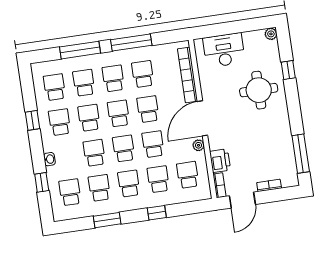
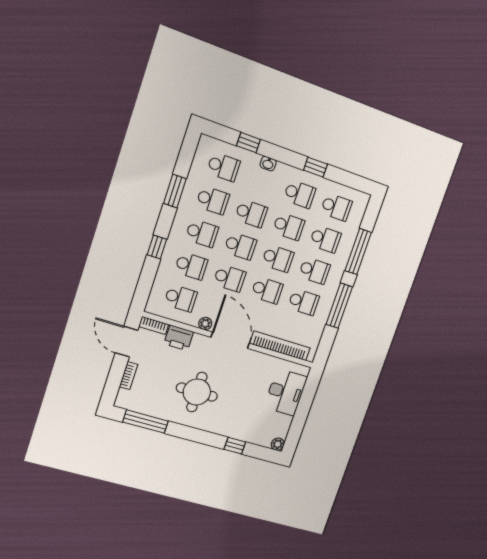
round table: (259, 90) -> (197, 392), moved

